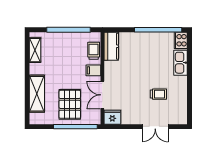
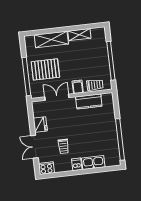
cooker: (181, 40) -> (46, 168), moved
kitchen counter: (111, 46) -> (89, 101), moved
shelving: (35, 50) -> (79, 35), moved
dishwasher: (180, 81) -> (77, 164), added
fridge: (112, 117) -> (40, 125), moved

